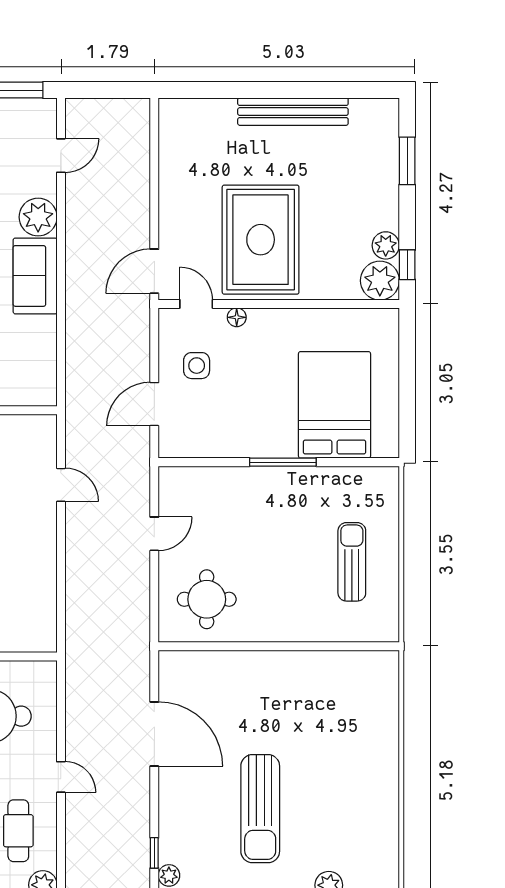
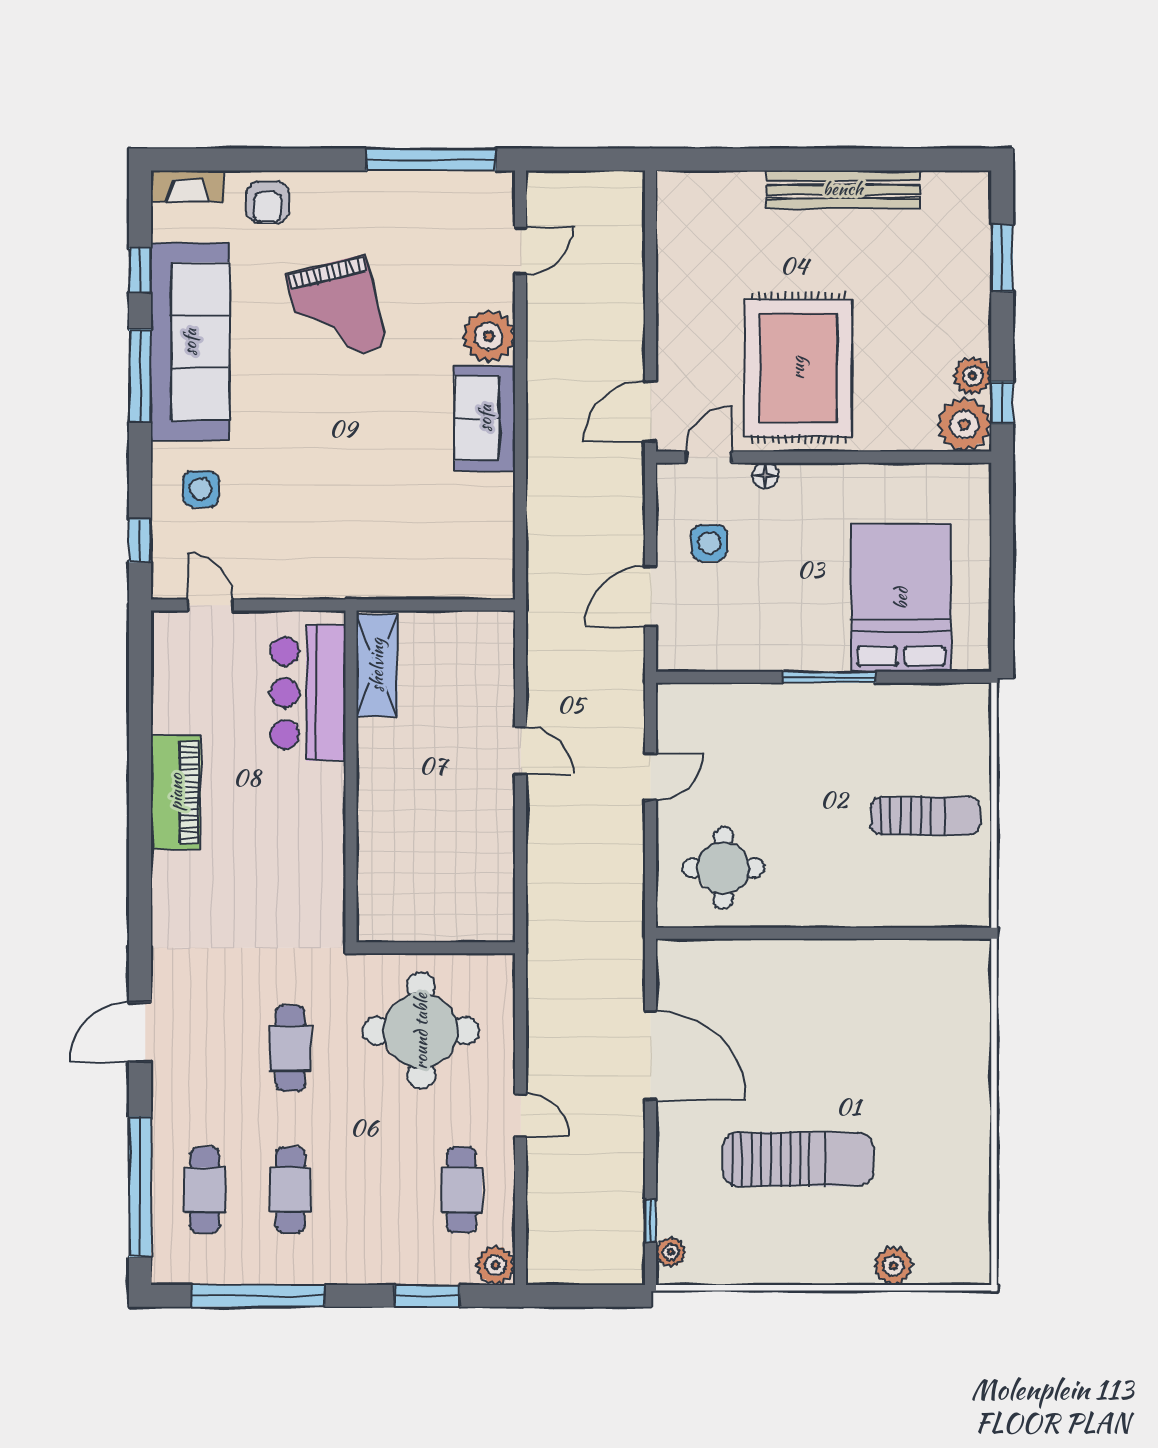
door: (196, 304) -> (709, 457), hinge flipped
door: (61, 485) -> (521, 751), moved
sun lounger: (352, 562) -> (925, 816), turned 90
sun lounger: (260, 809) -> (798, 1159), turned -90

